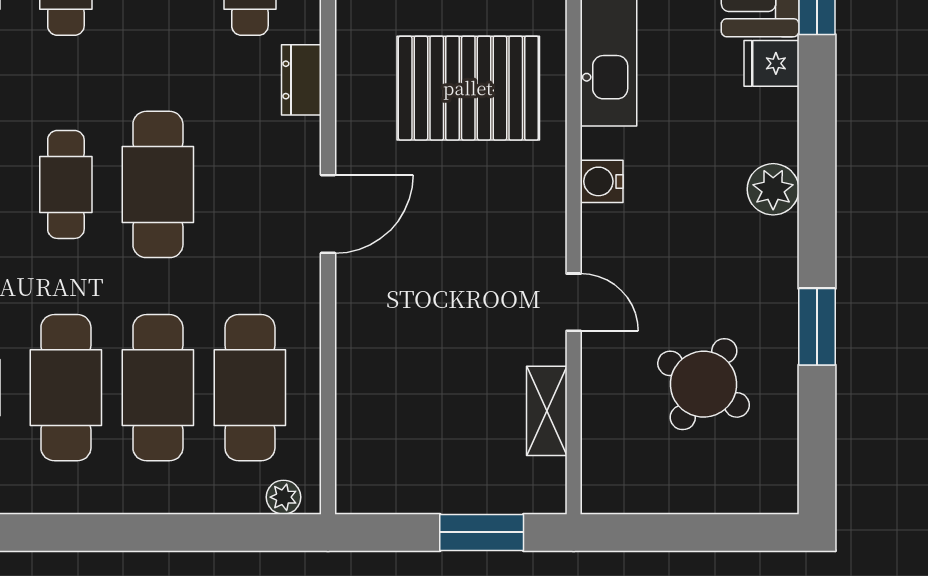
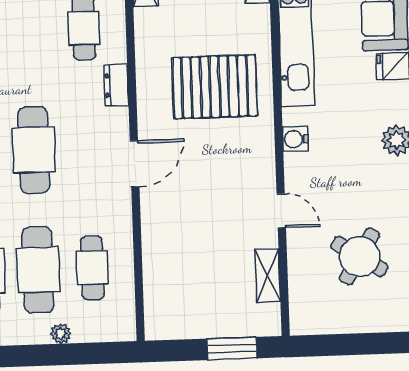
cafe table: (250, 388) -> (92, 268), width x0.73, depth x0.74
plant: (284, 497) -> (61, 334), moved

